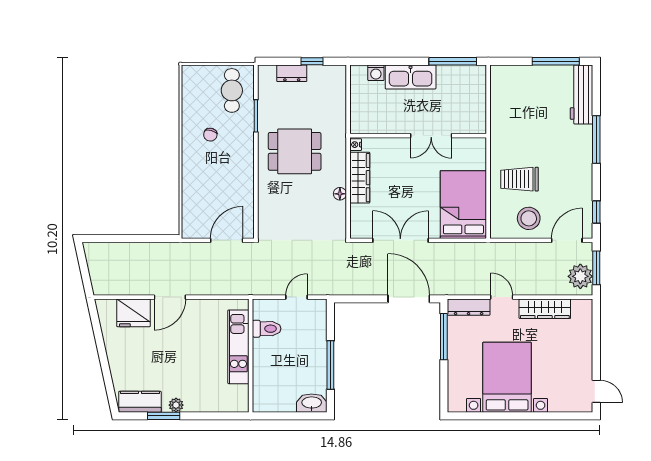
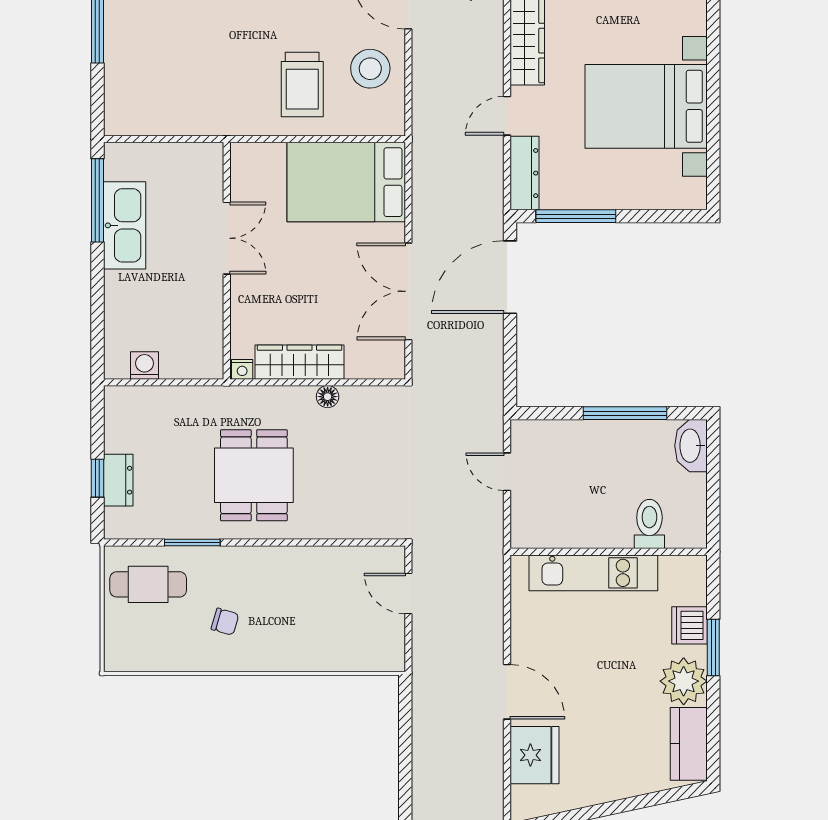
window: (312, 61) -> (97, 478), moved
washing machine: (376, 73) -> (144, 366), moved, turned -90
kitchen sink: (411, 77) -> (125, 225), moved
door: (227, 240) -> (408, 593), width x0.73
toilet: (267, 329) -> (649, 524), moved
dishwasher: (208, 402) -> (689, 625), added
plant: (176, 405) -> (684, 681), width x1.88, depth x1.88
window: (164, 416) -> (713, 648), moved

